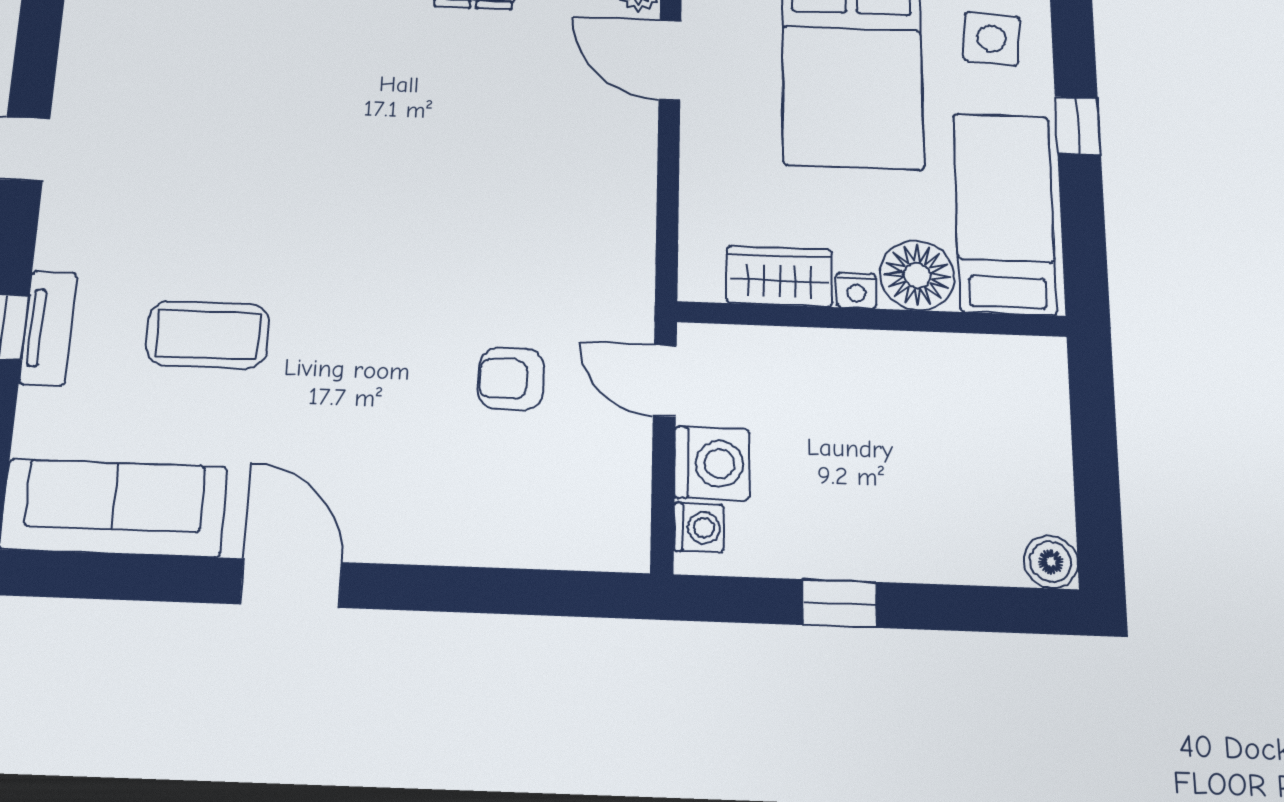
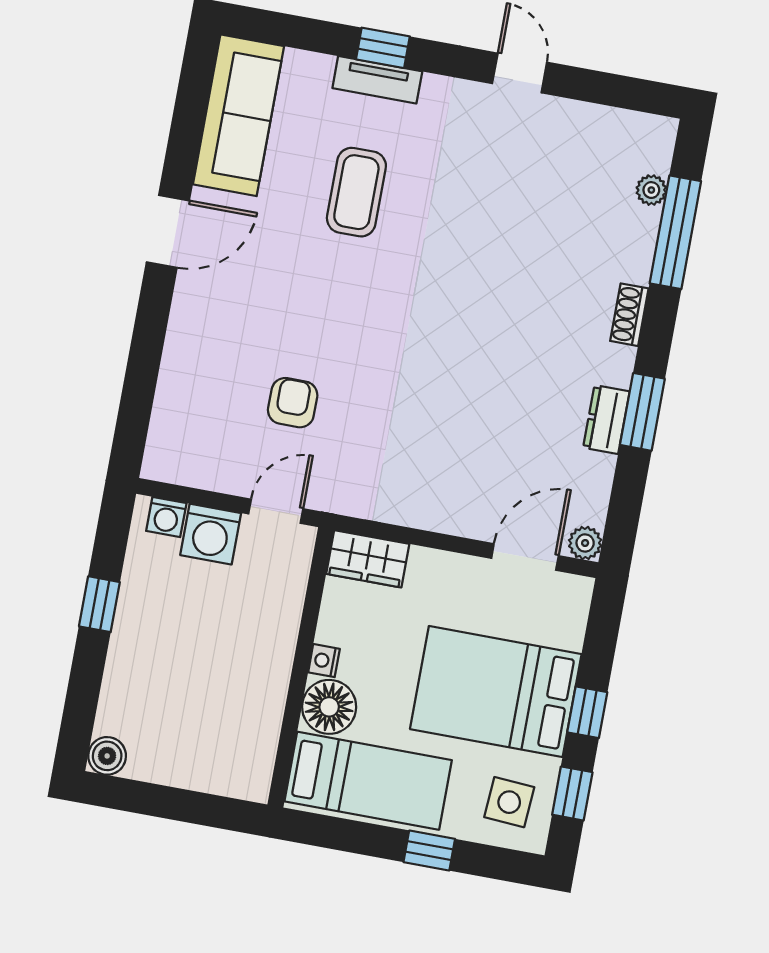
wardrobe: (780, 276) -> (368, 559), moved, turned 90

